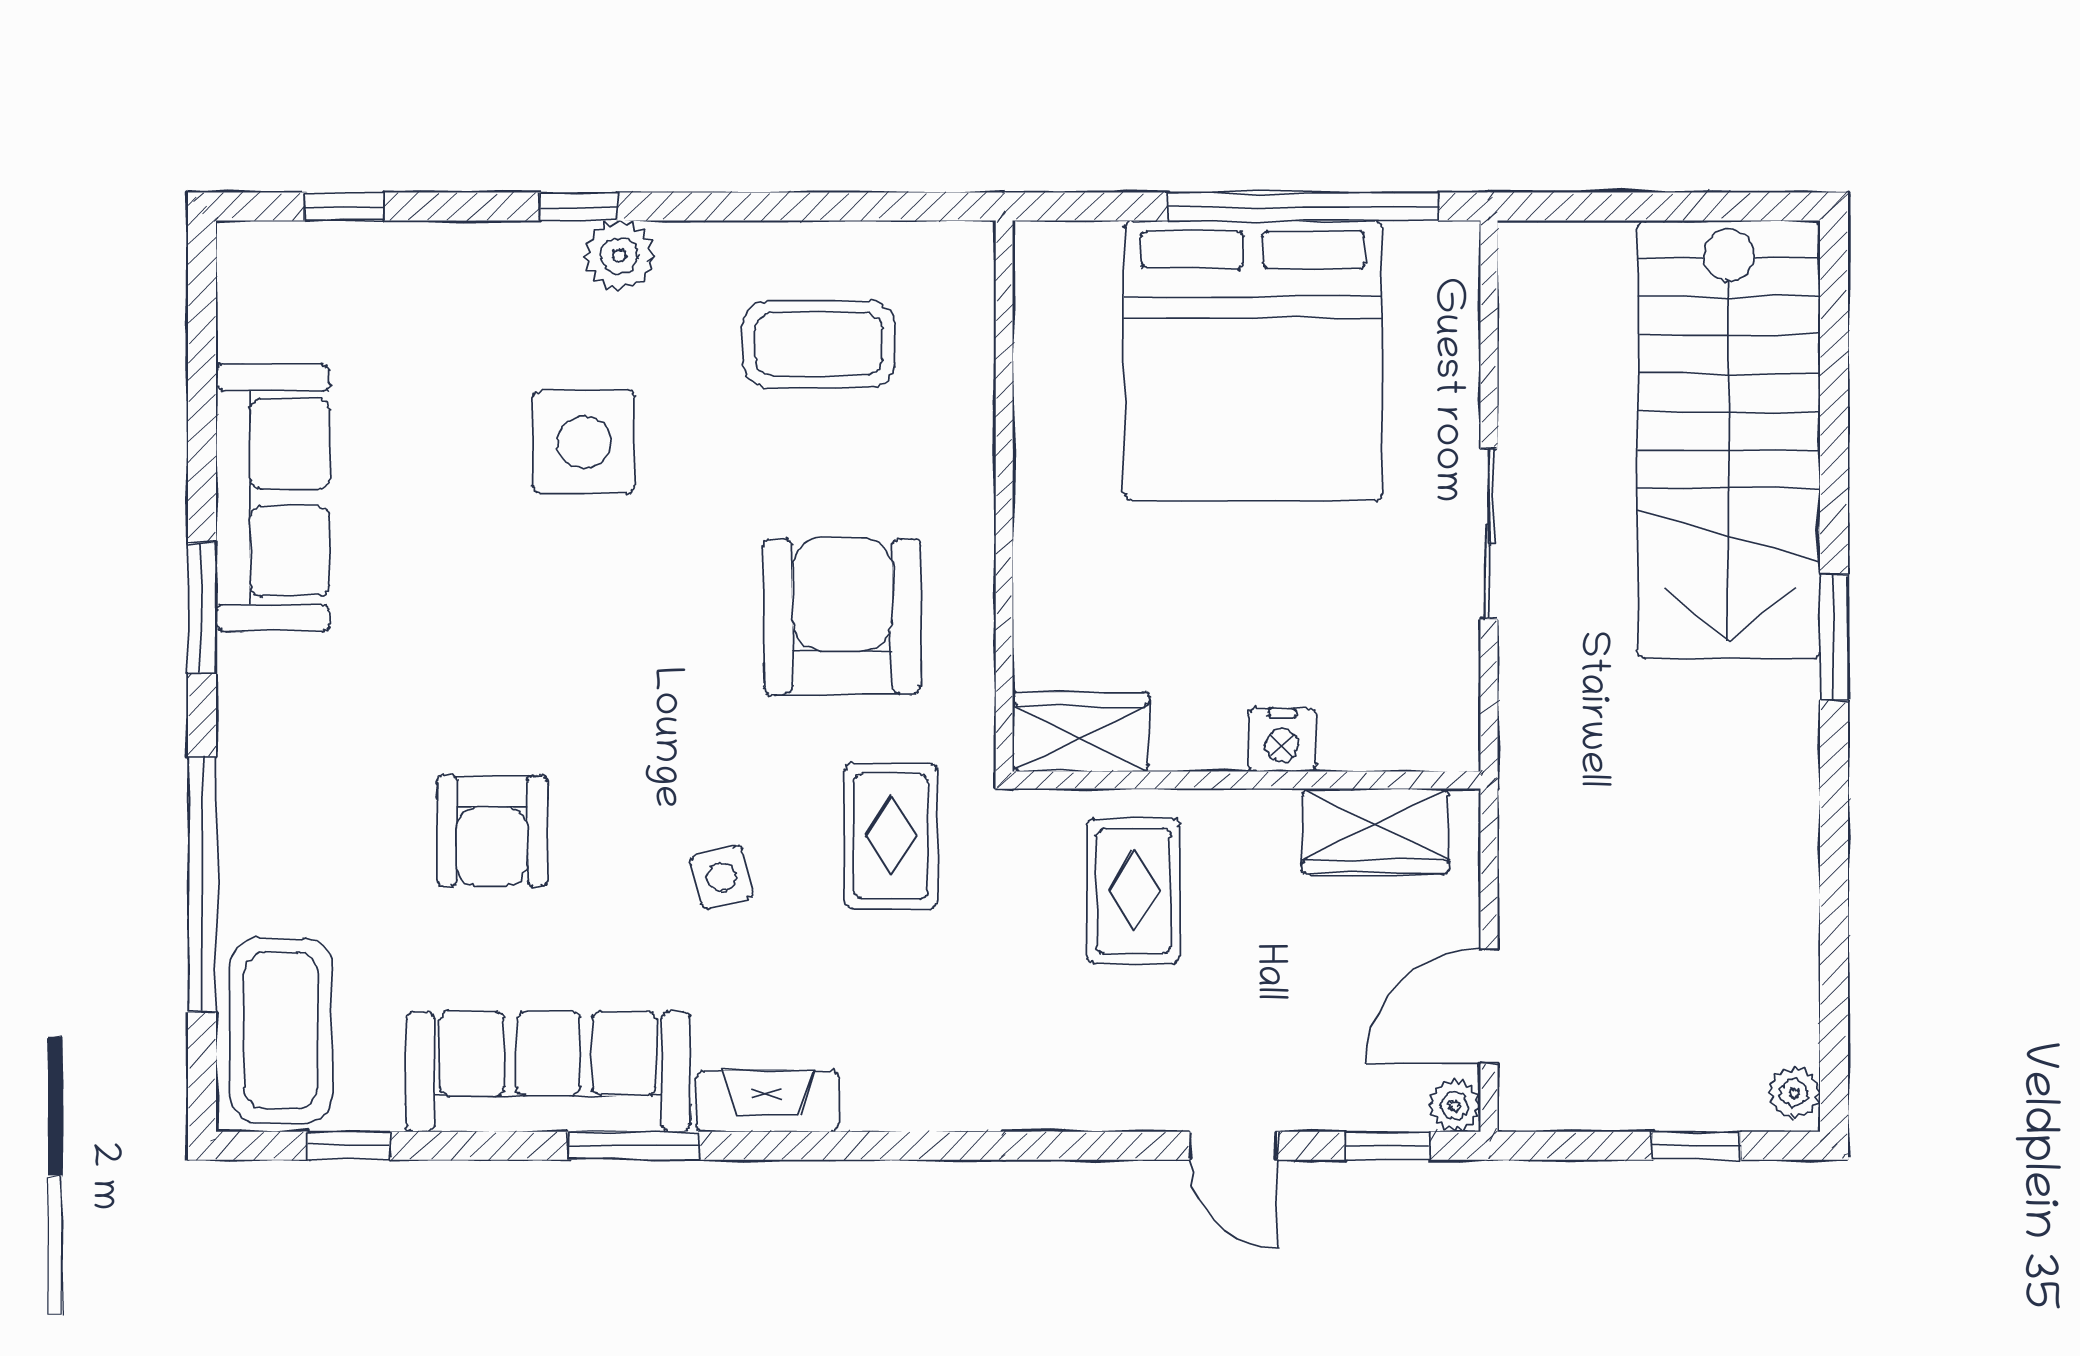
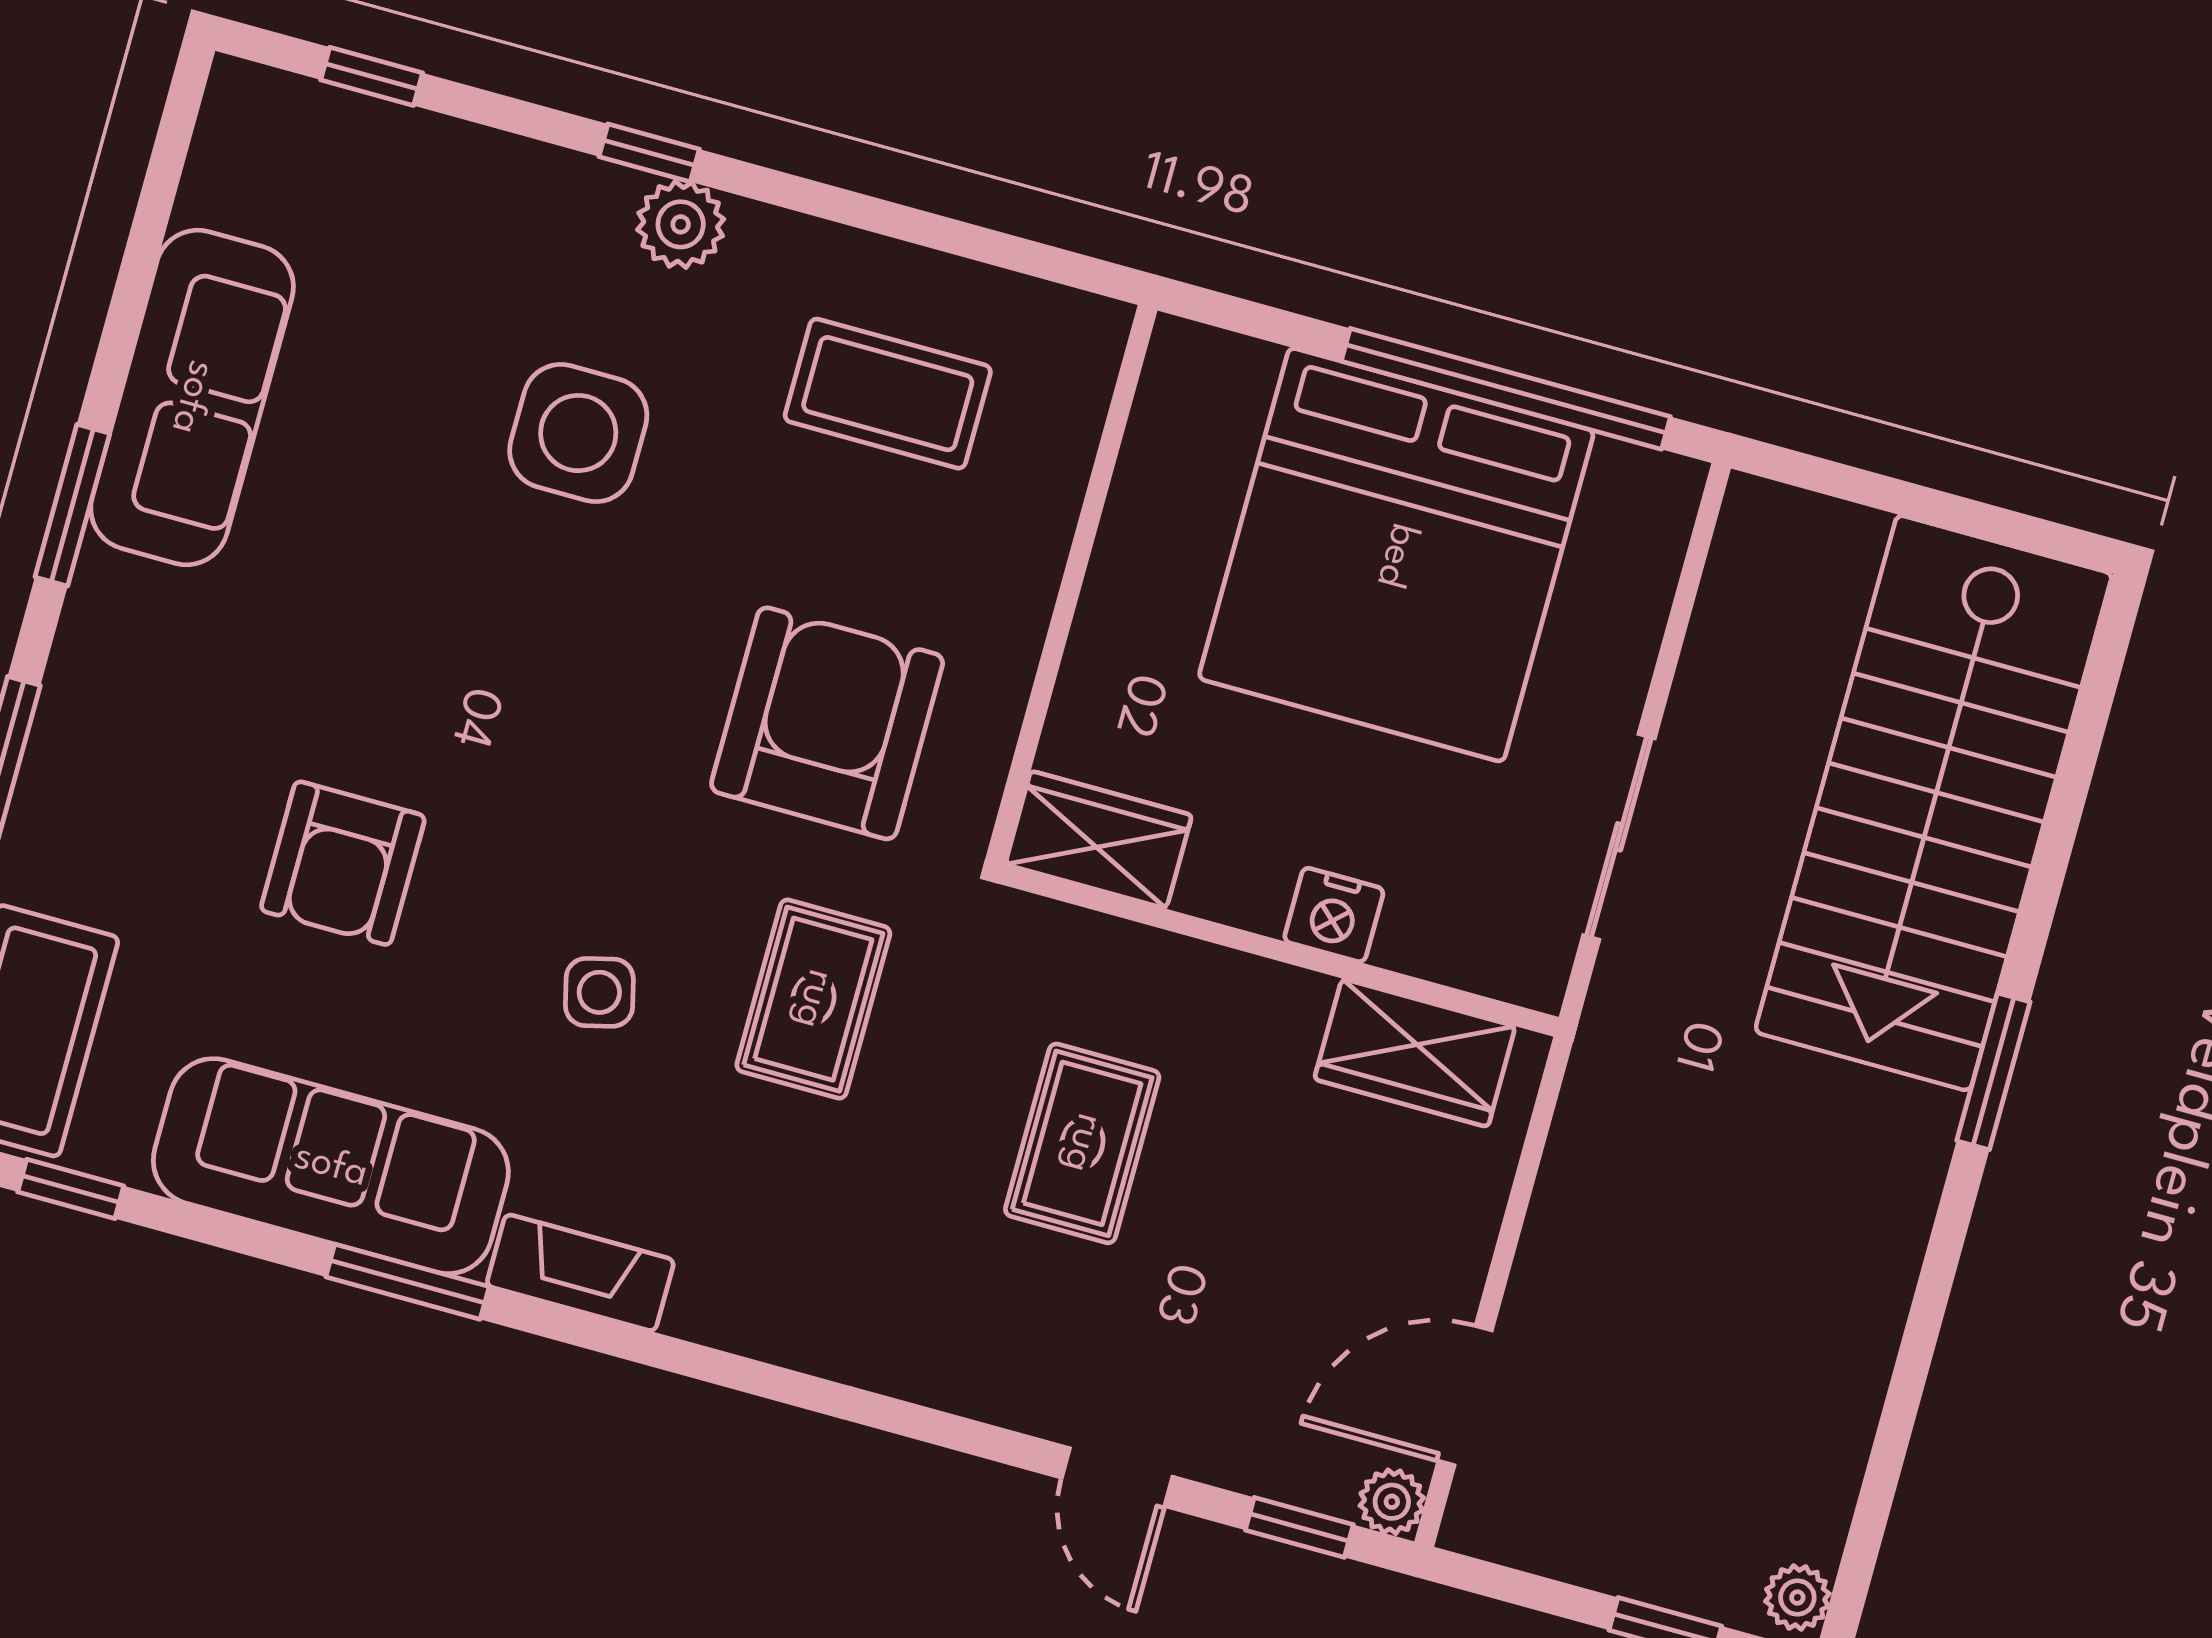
wardrobe: (1081, 732) -> (1098, 840), moved
nightstand: (1282, 740) -> (1334, 915), moved
wall: (1247, 780) -> (1279, 950), moved
wardrobe: (1375, 831) -> (1415, 1053), moved

